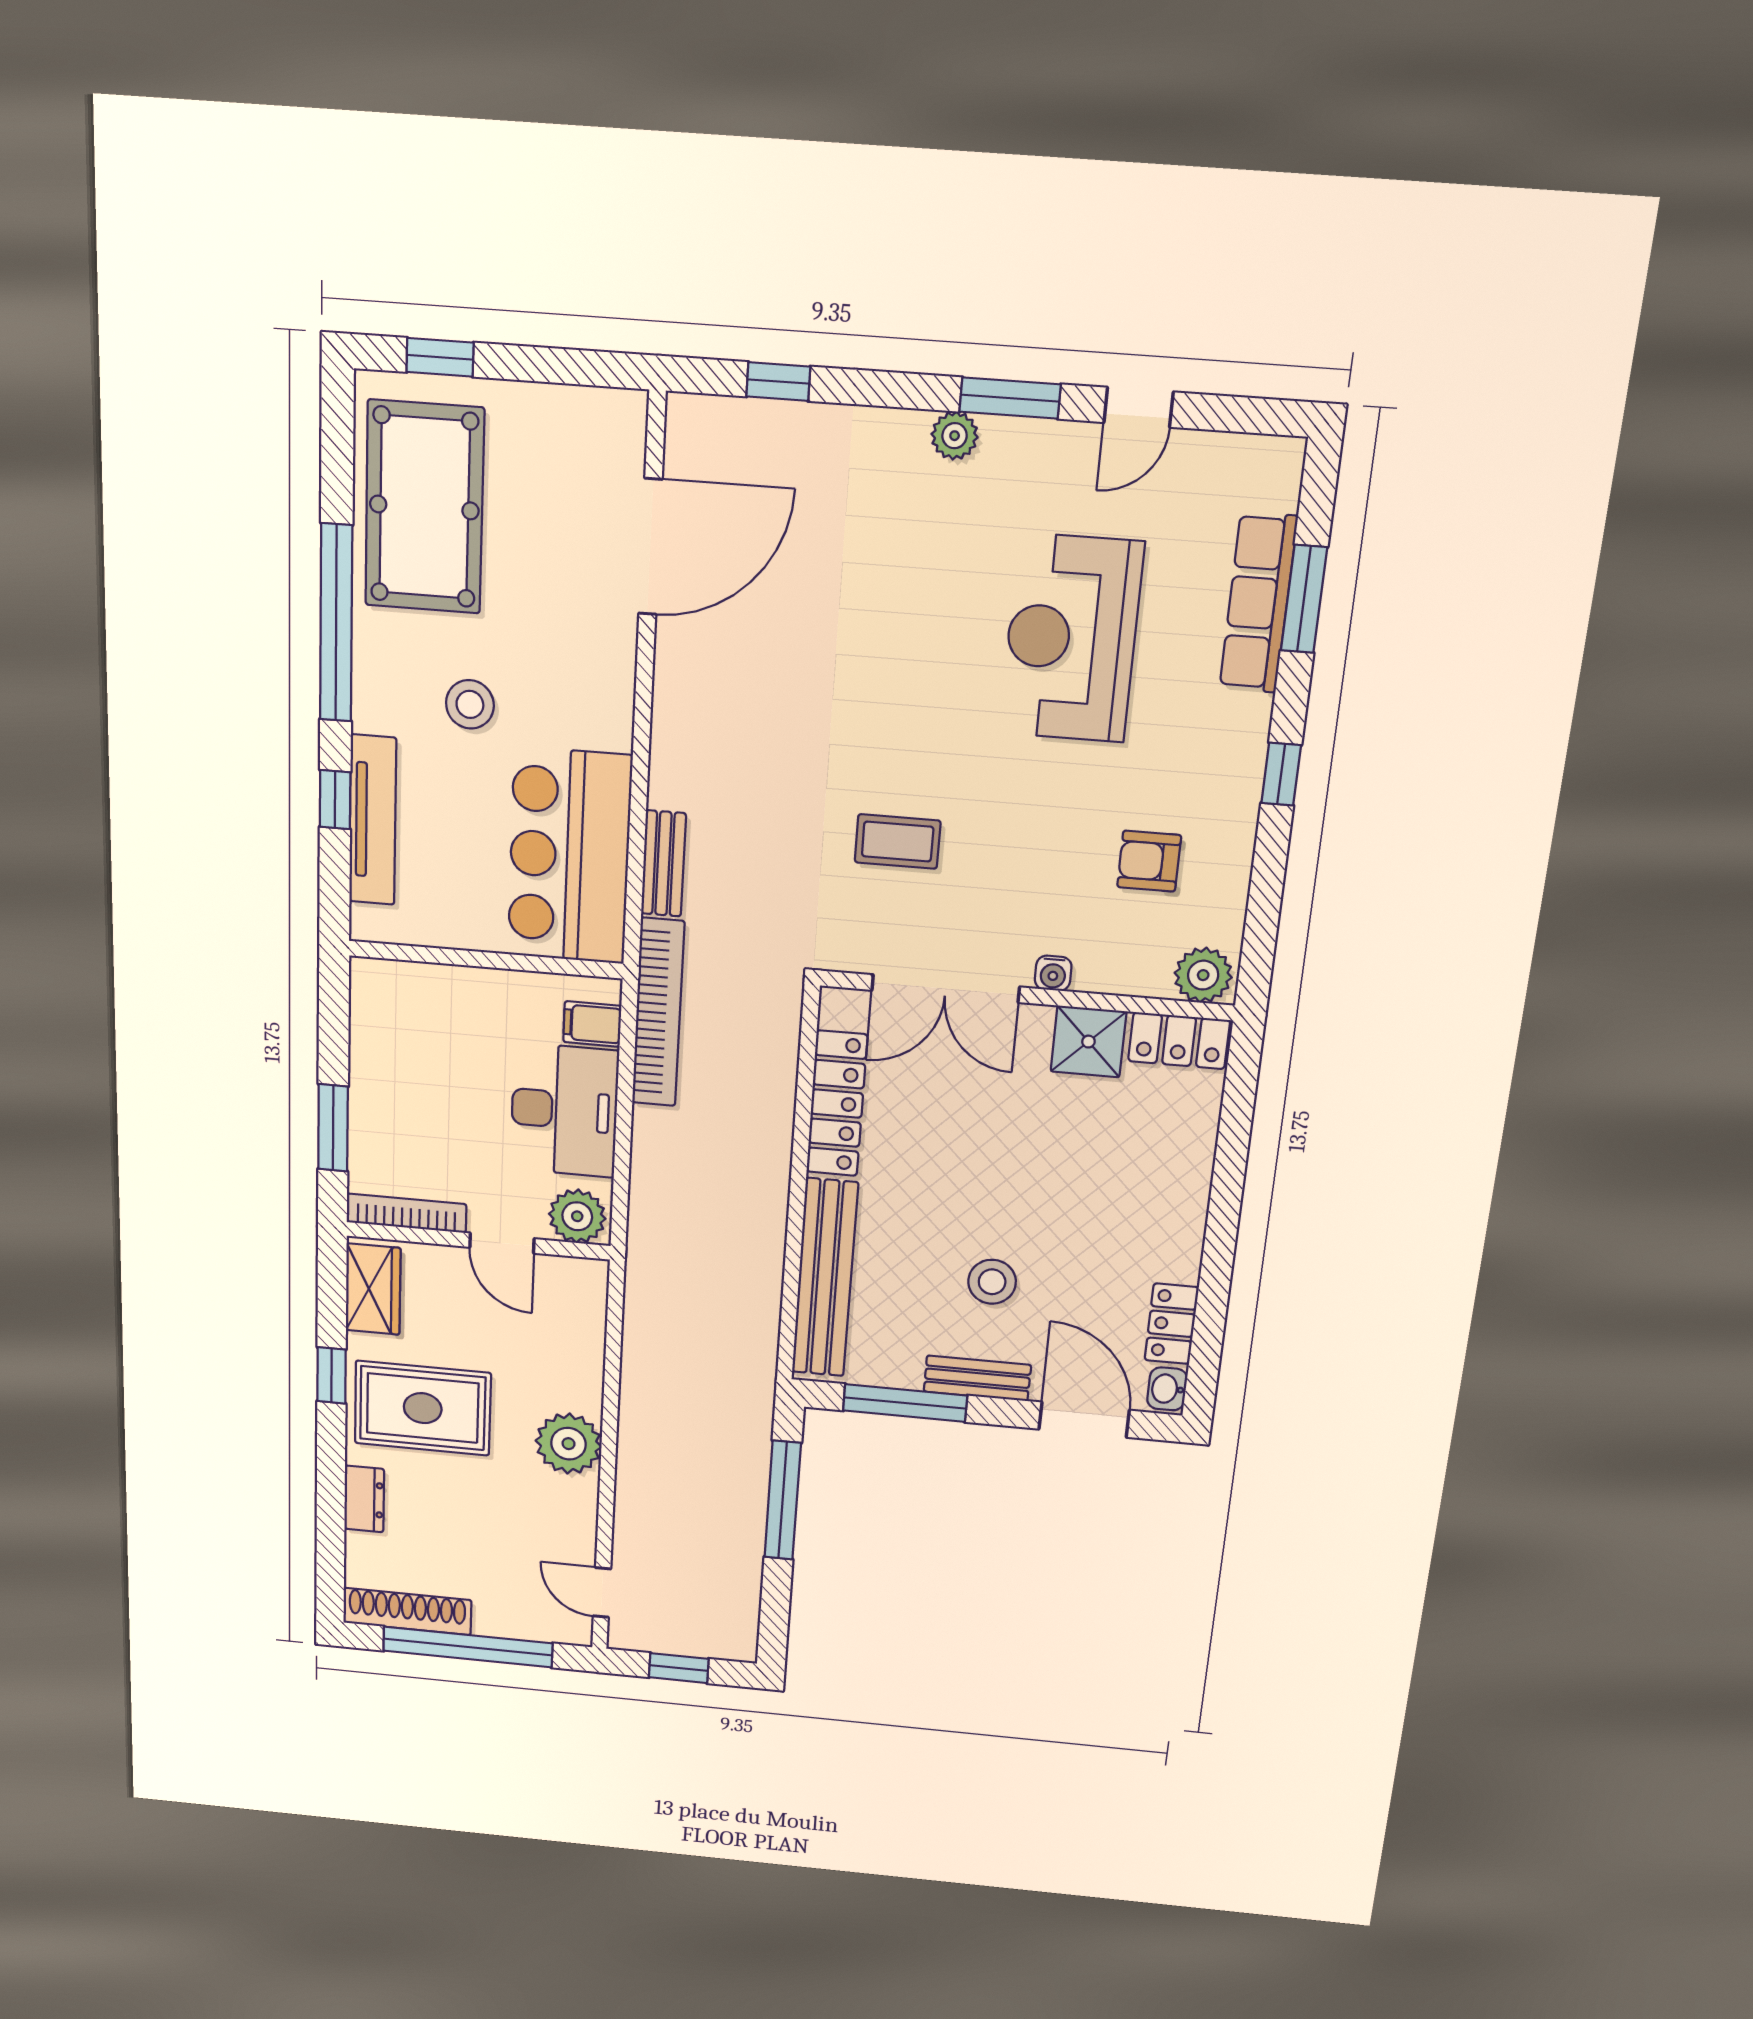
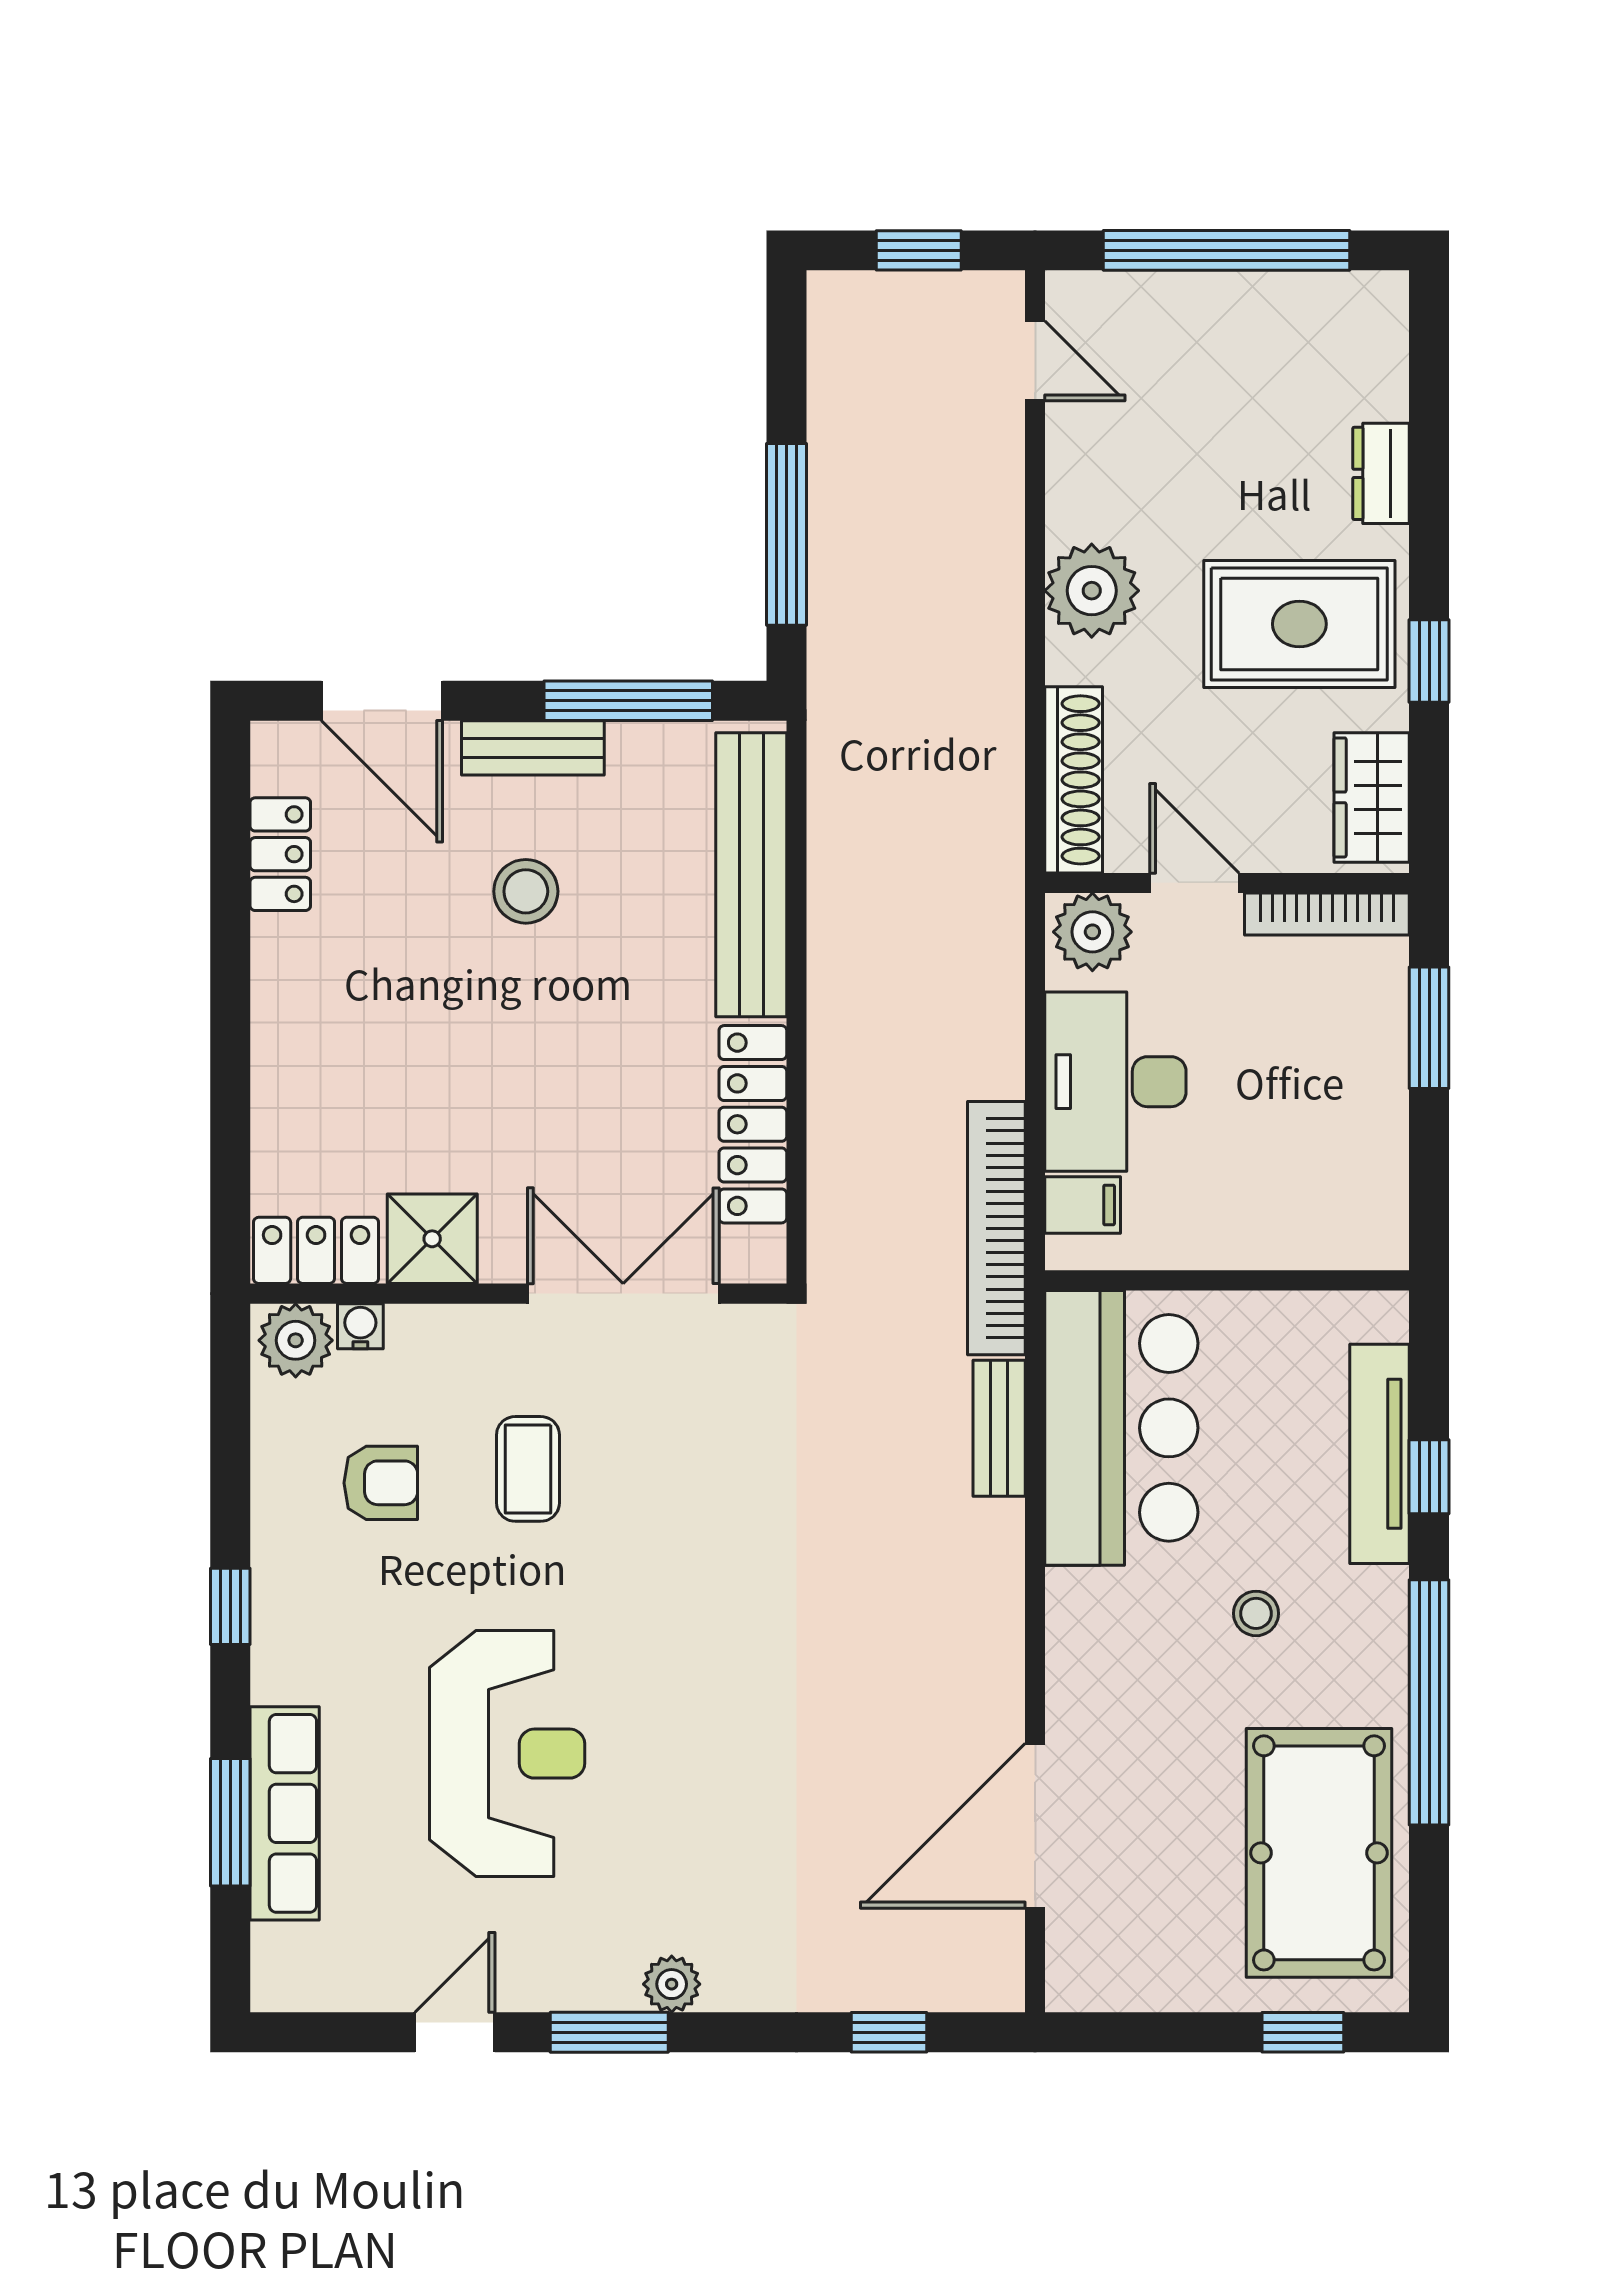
stool: (470, 704) -> (1256, 1613), width x0.73, depth x0.73
coffee table: (898, 842) -> (528, 1469), moved, turned 90
water cooler: (1053, 973) -> (360, 1326), moved
washbasin: (1167, 1389) -> (275, 758), removed
shoe rack: (407, 1611) -> (1074, 780), moved, turned -90

